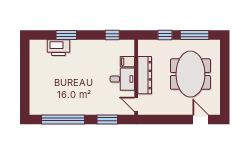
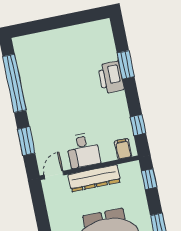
window: (165, 35) -> (149, 179), moved
printer: (58, 48) -> (111, 77), moved
filing cabinet: (127, 62) -> (123, 149), moved

